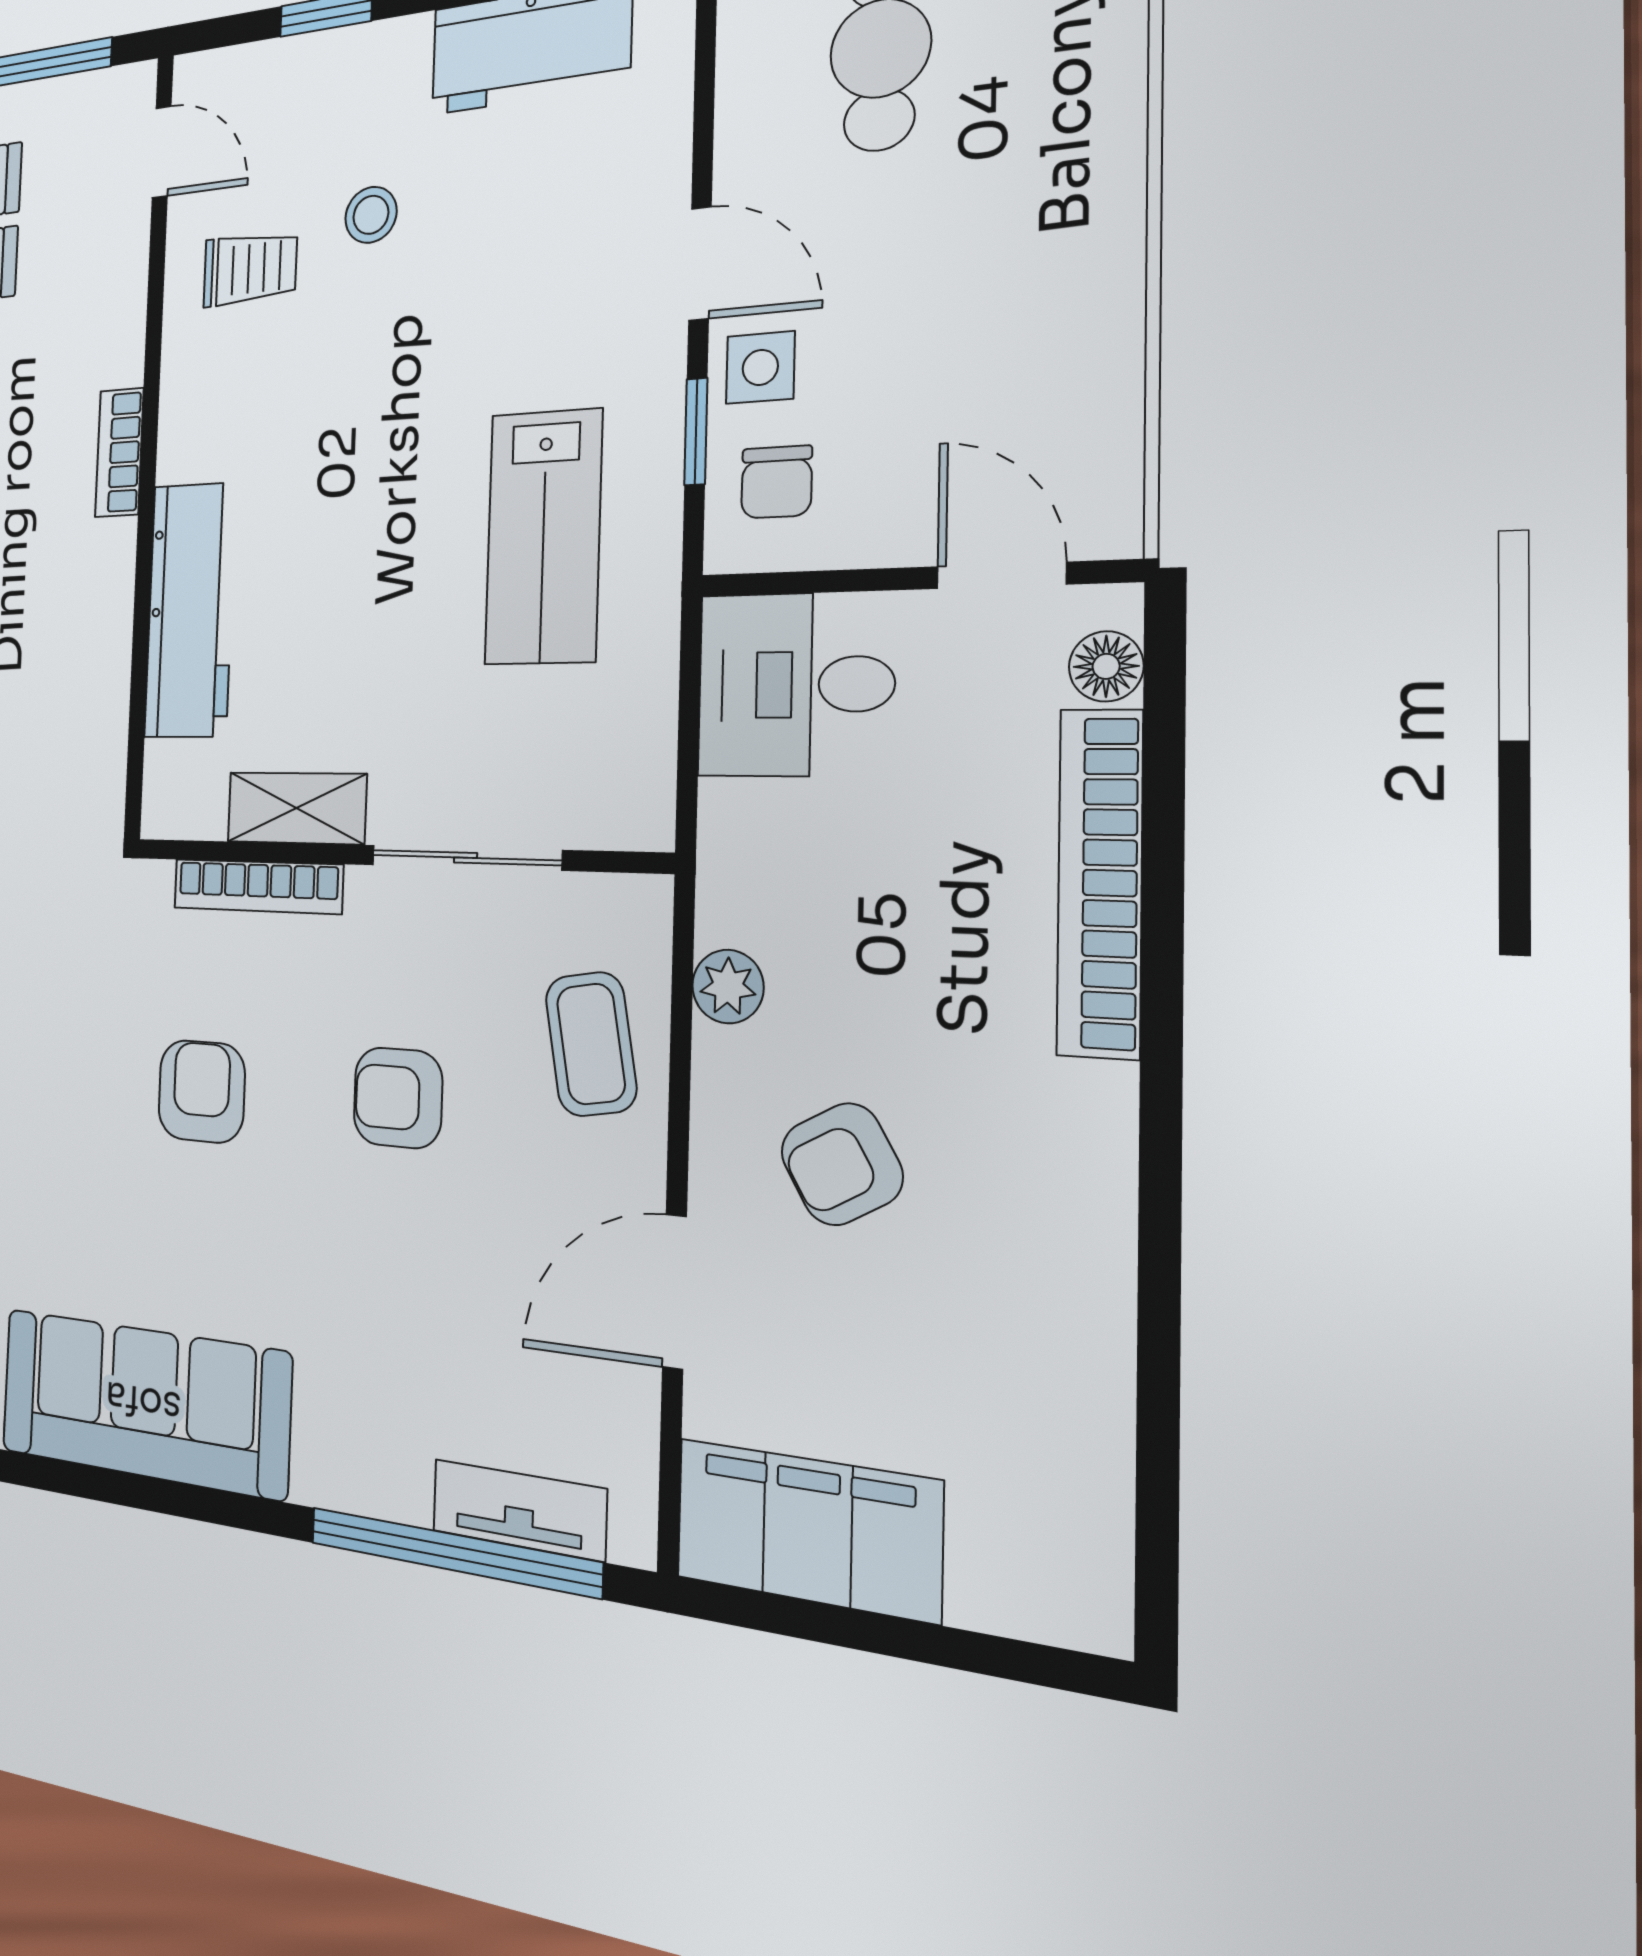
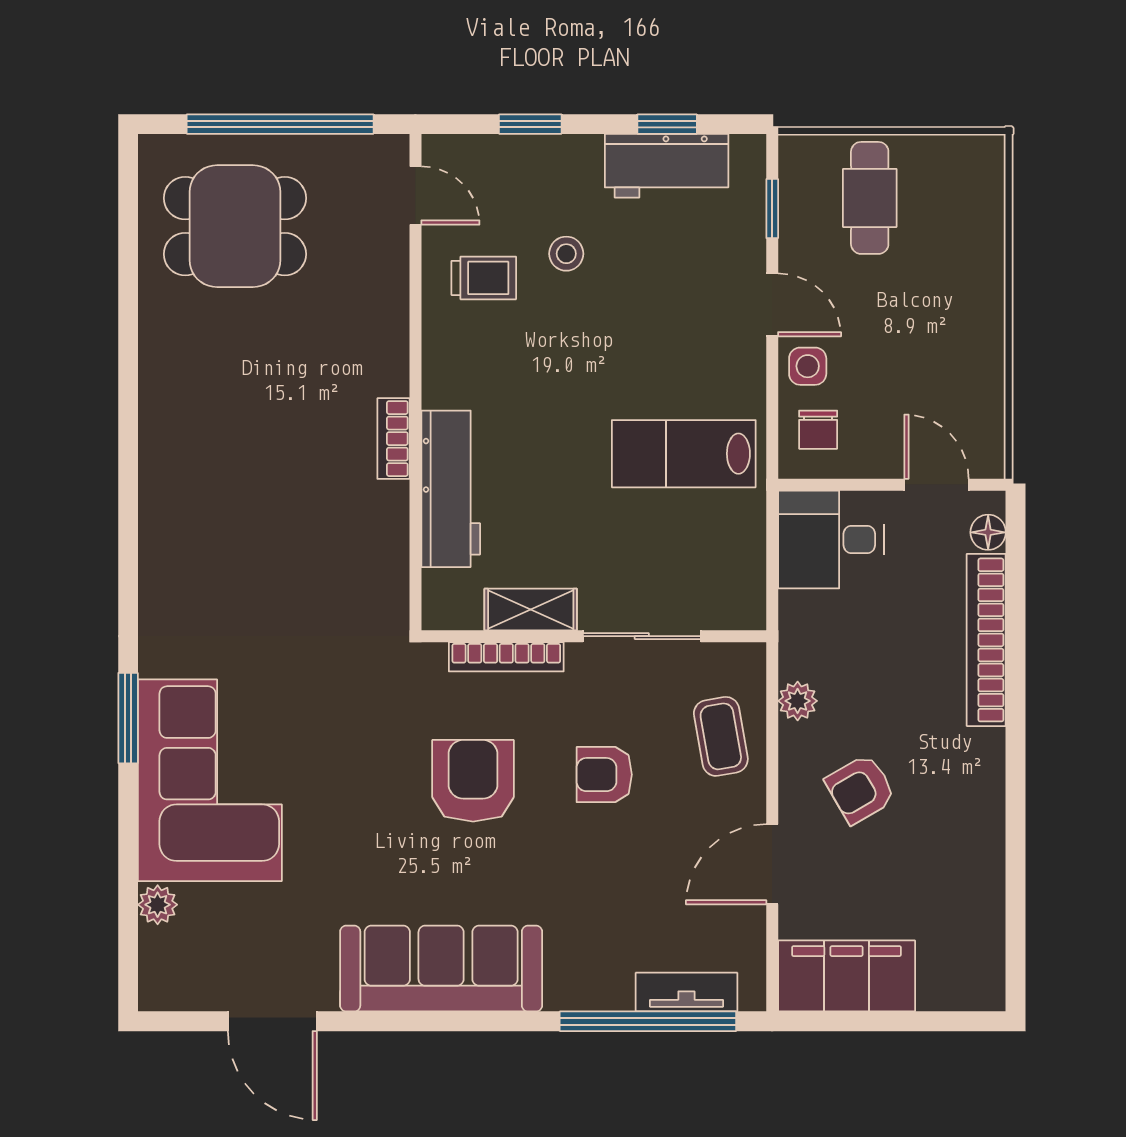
window: (696, 432) -> (772, 209), moved
bookcase: (119, 452) -> (393, 439), moved
lab bench: (543, 537) -> (684, 454), turned 90
armchair: (202, 1091) -> (473, 781), width x1.38, depth x1.38

